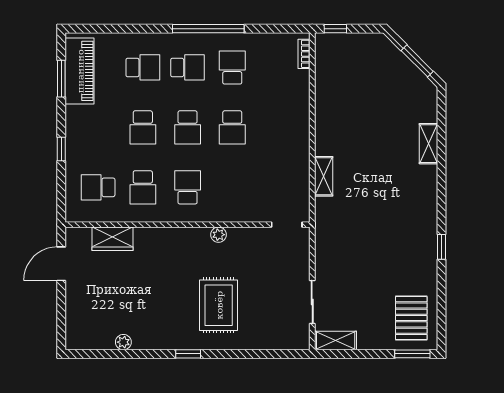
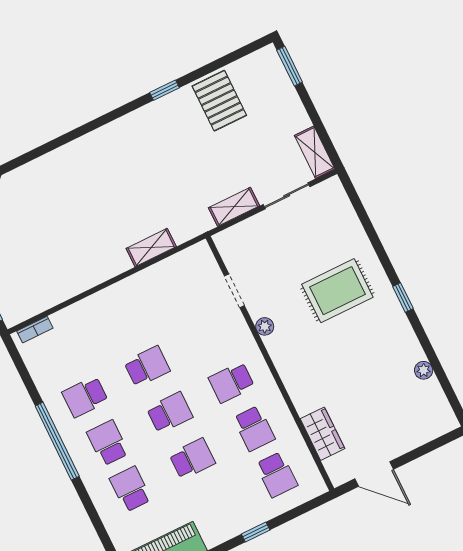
shelving: (428, 144) -> (234, 207), moved
school desk: (143, 187) -> (254, 428), turned 90
doorway: (287, 225) -> (234, 291), moved
pallet: (411, 318) -> (219, 101), moved, turned 90

